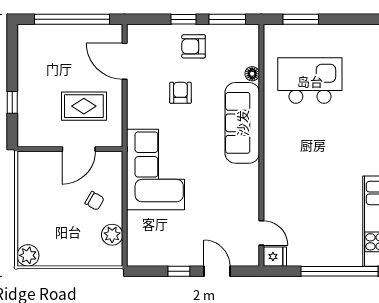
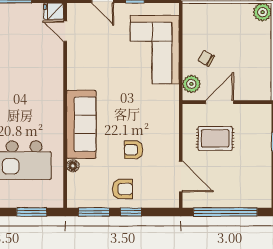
armchair: (180, 93) -> (134, 150), turned 90
corner sofa: (155, 169) -> (155, 50), moved
plant: (112, 235) -> (191, 84), moved

